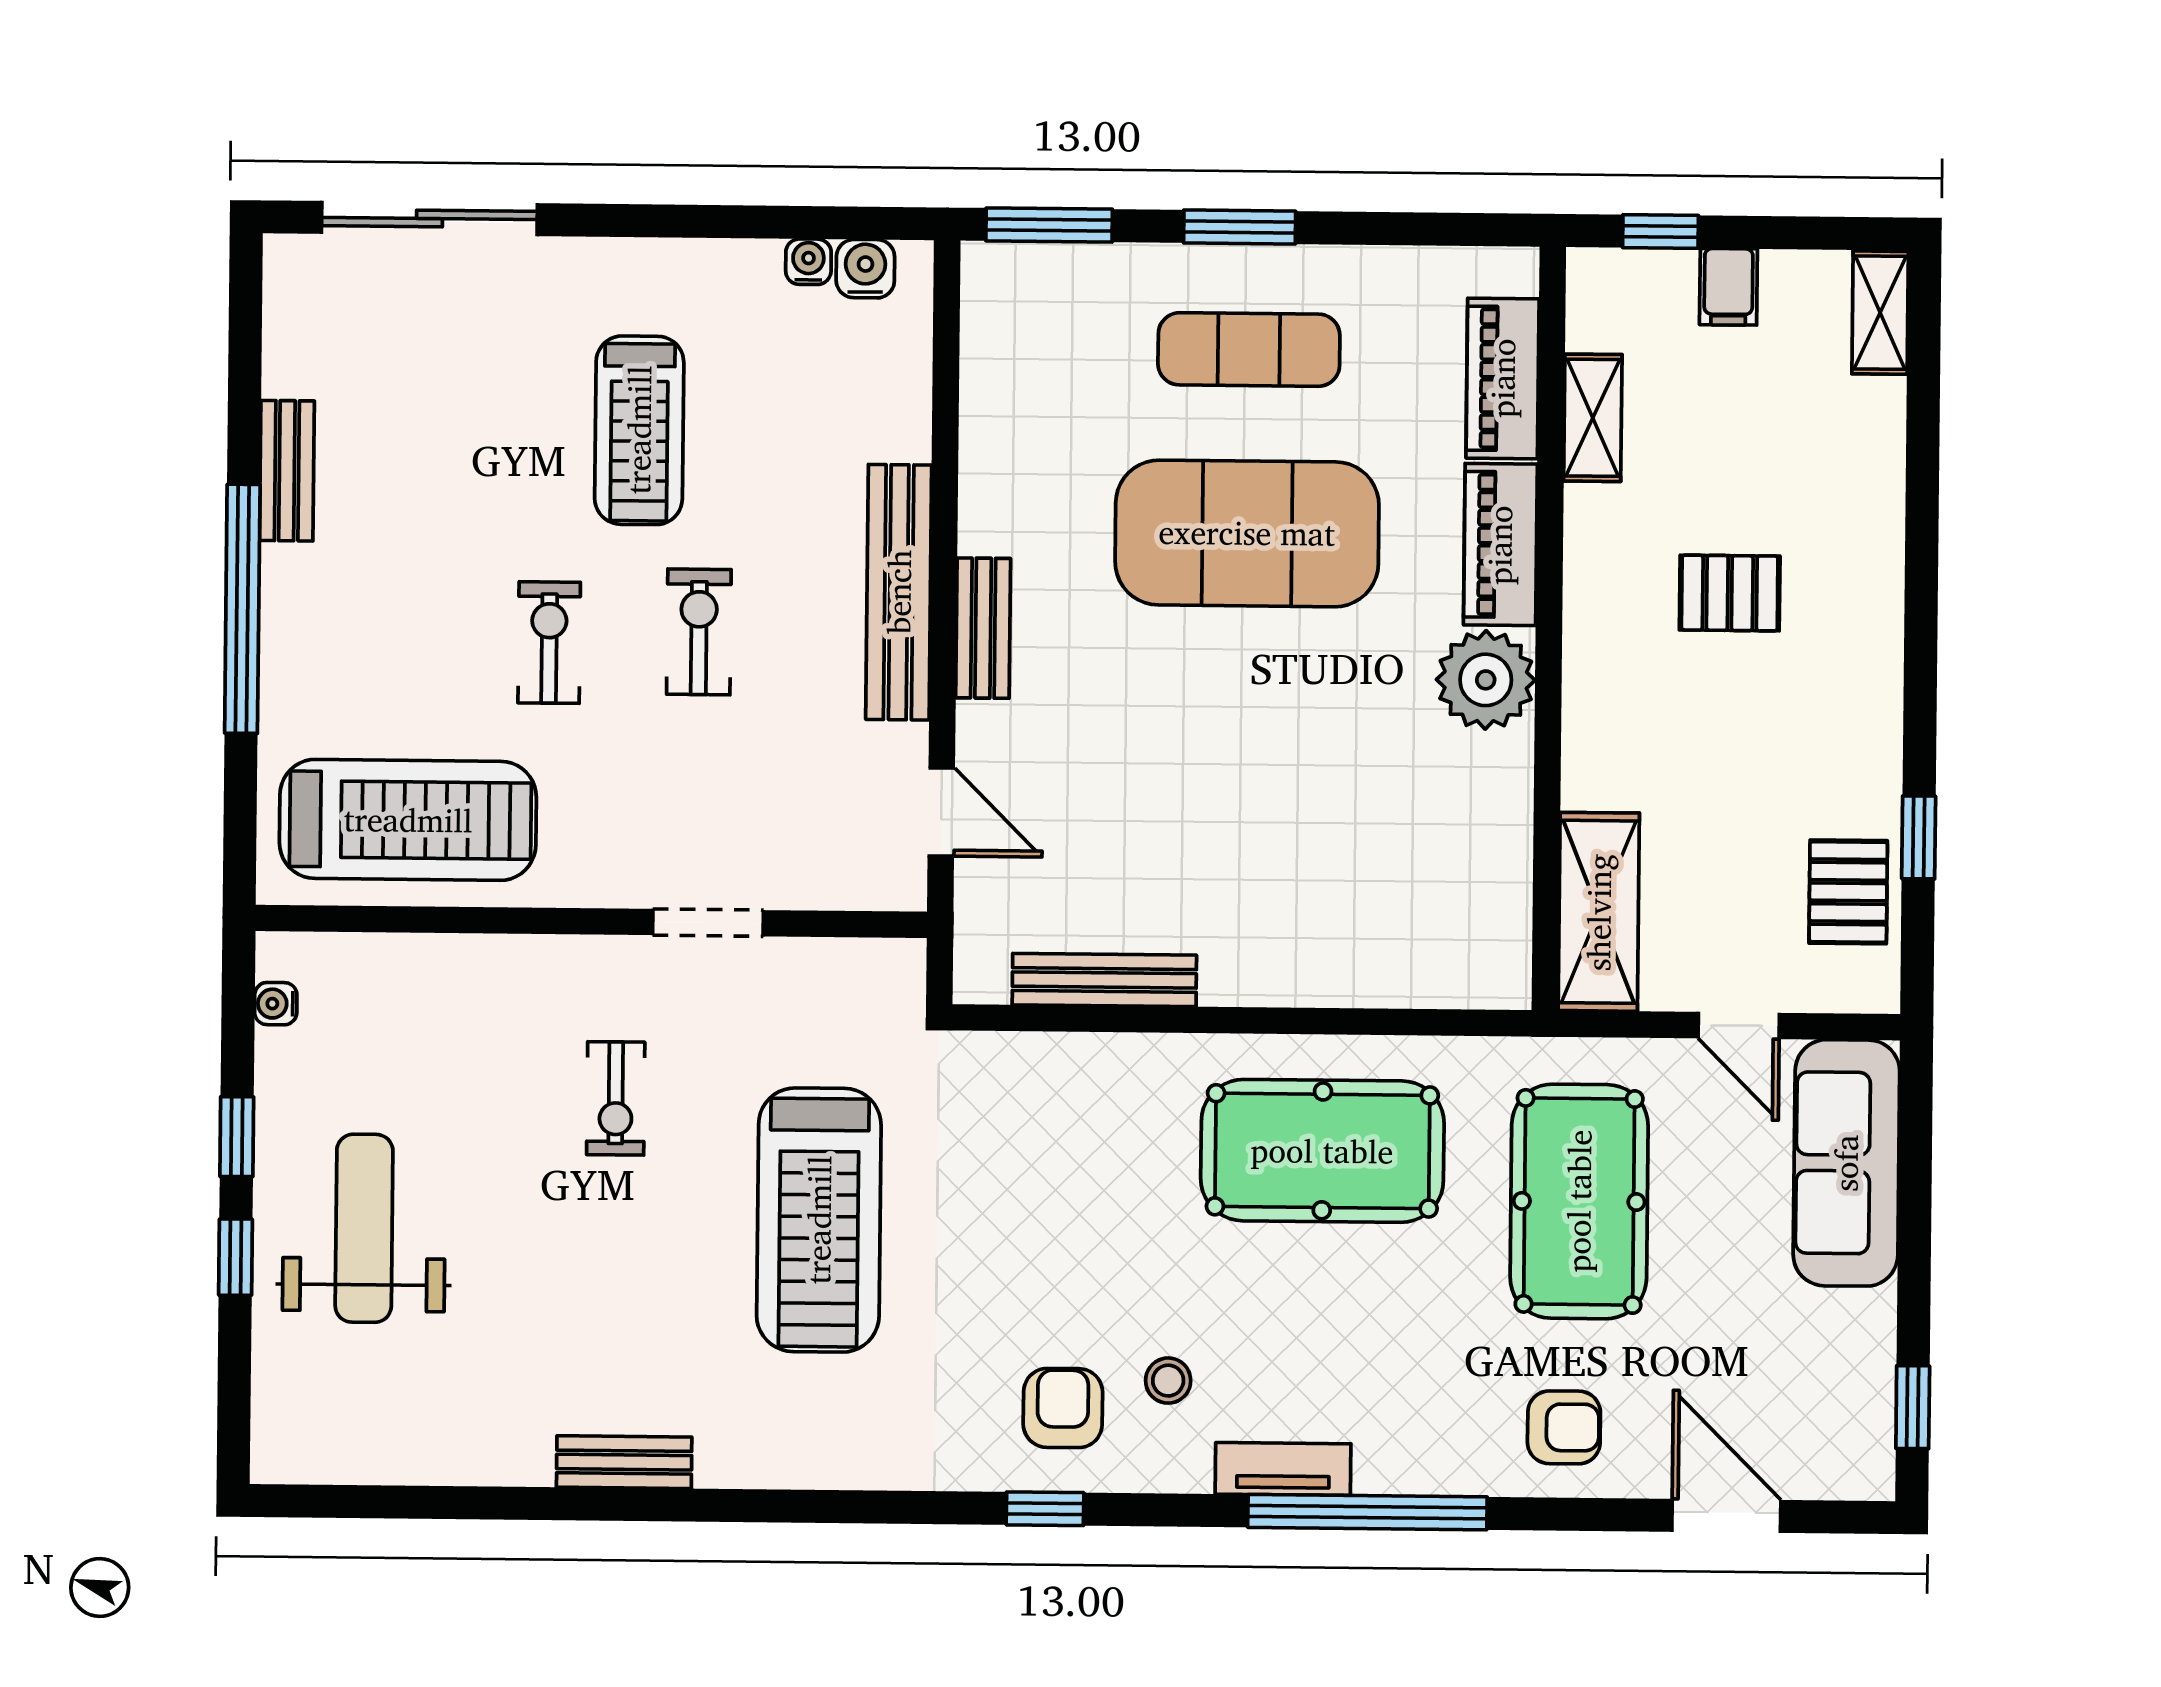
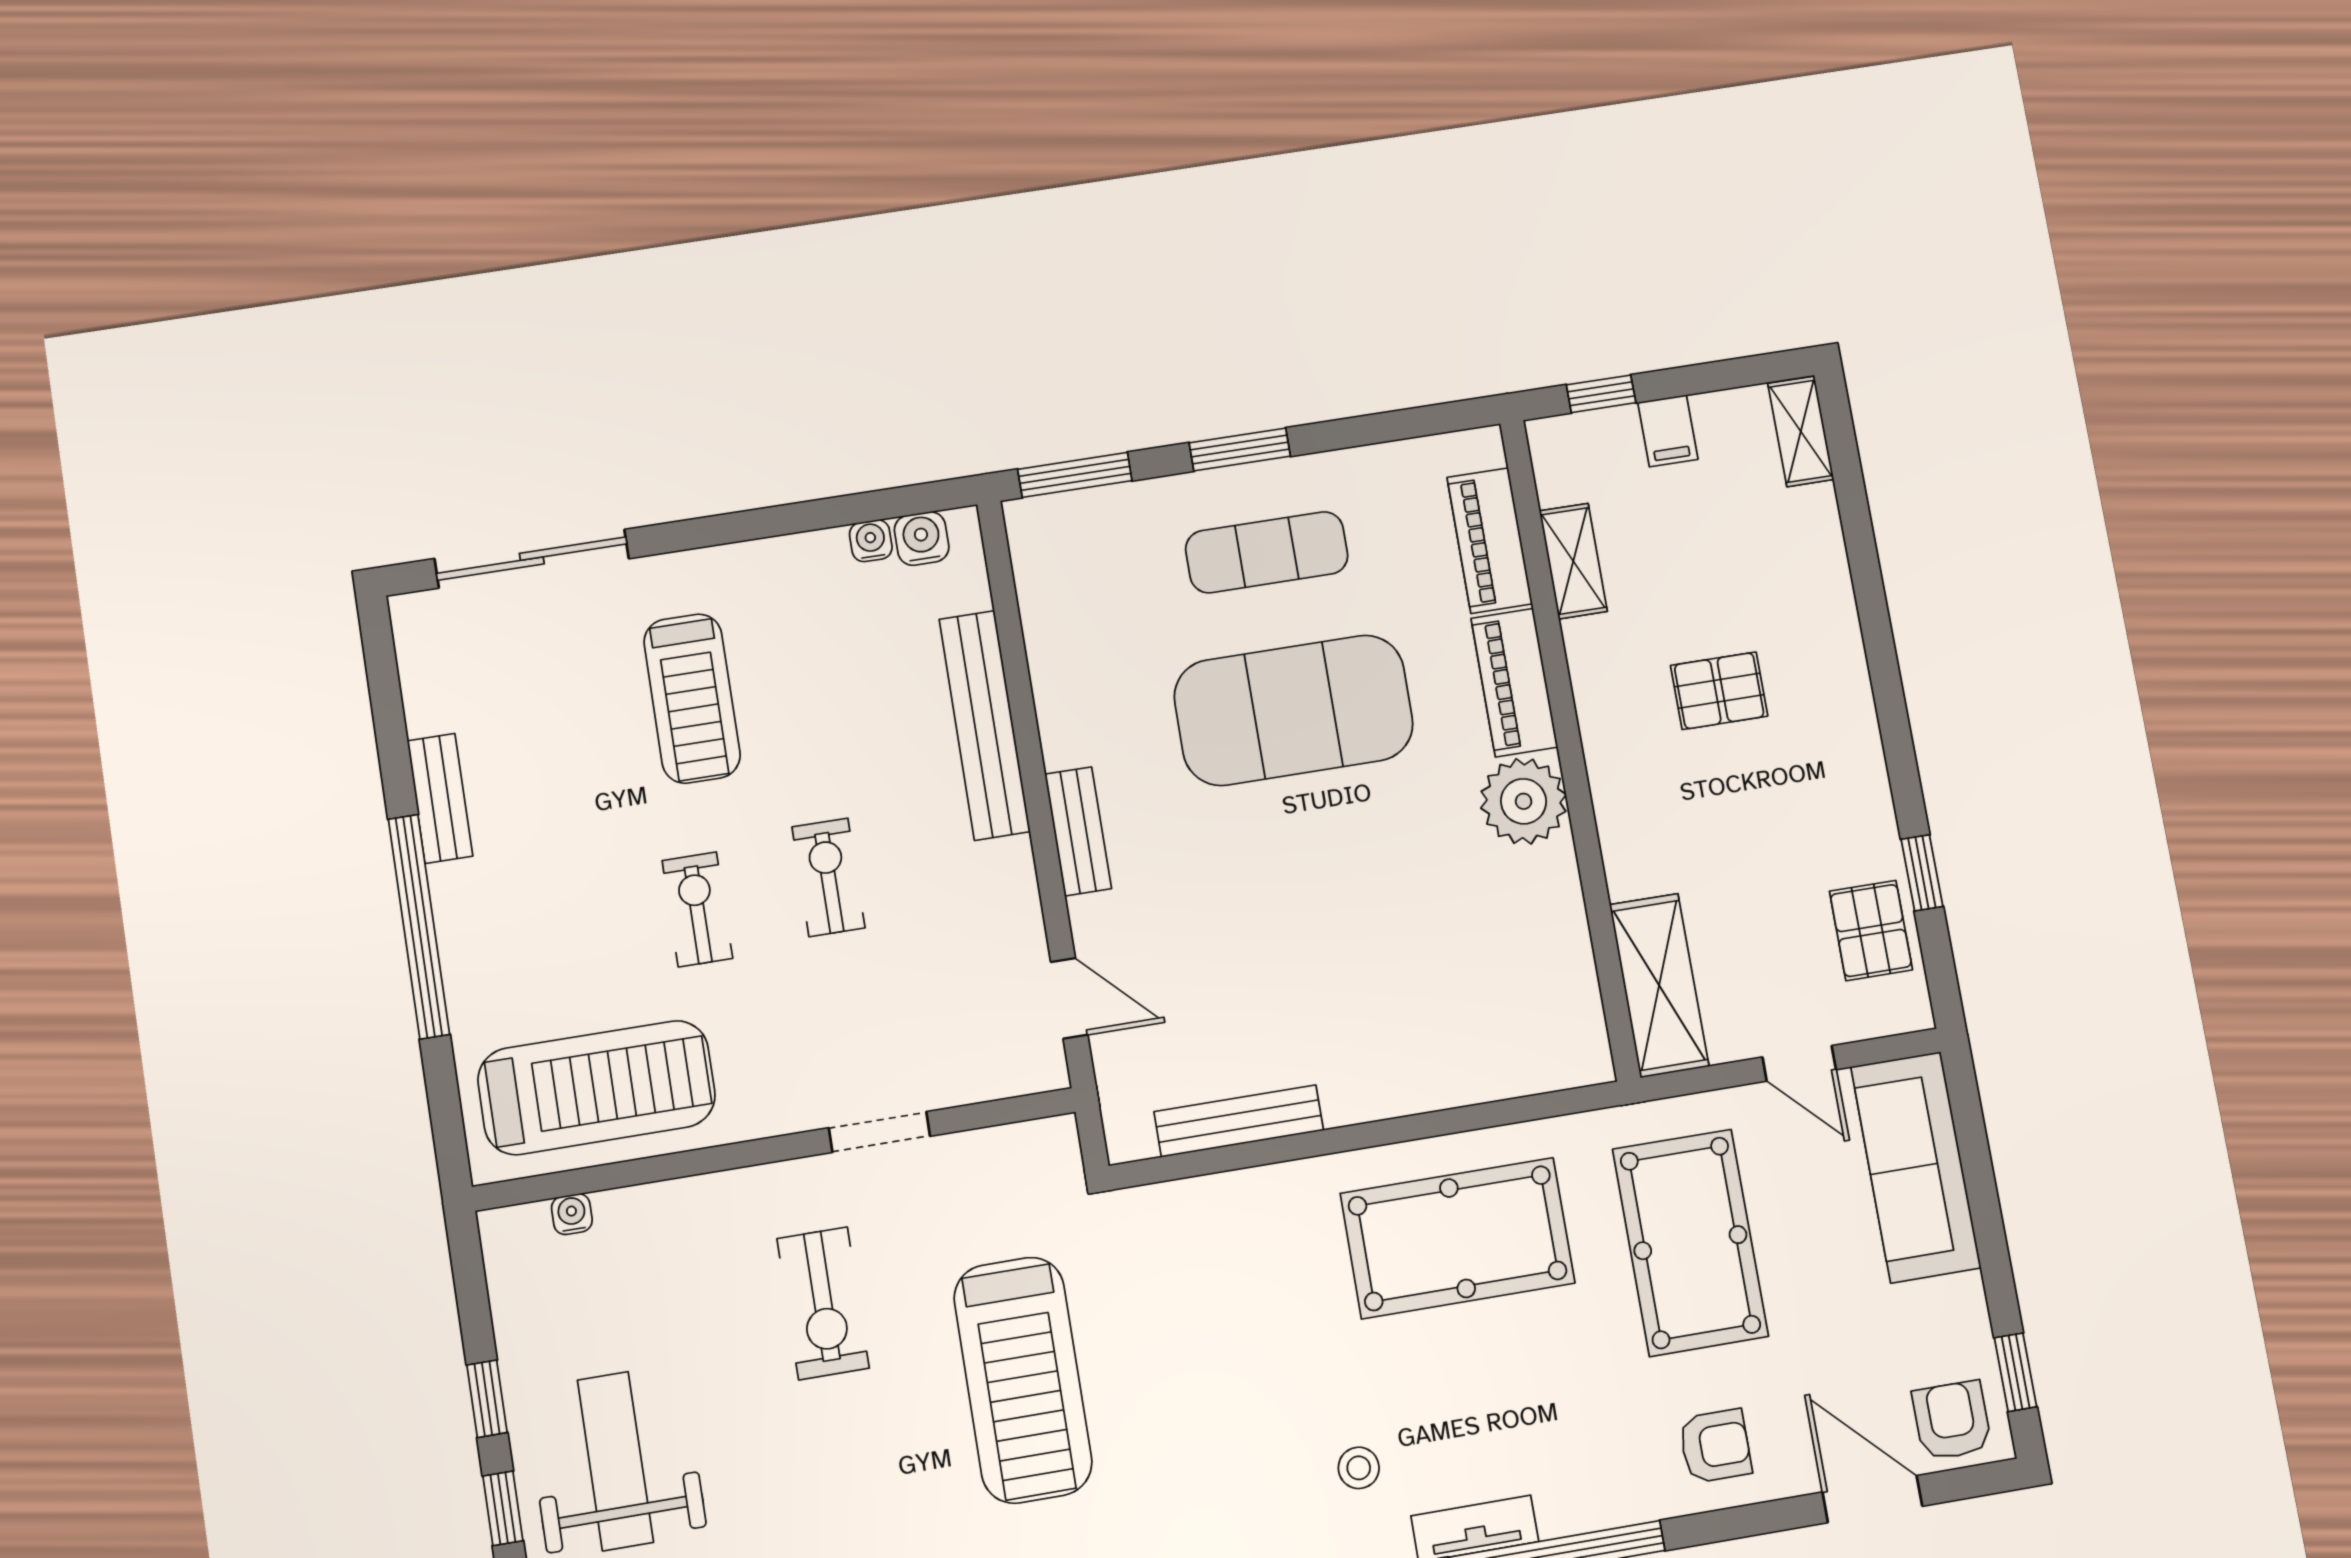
treadmill: (639, 430) -> (692, 699), moved
bench: (899, 592) -> (985, 725), moved
water cooler: (276, 1004) -> (572, 1214), moved, turned 90
exercise bike: (616, 1098) -> (823, 1303), width x1.38, depth x1.39
armchair: (1063, 1408) -> (1952, 1420), moved

